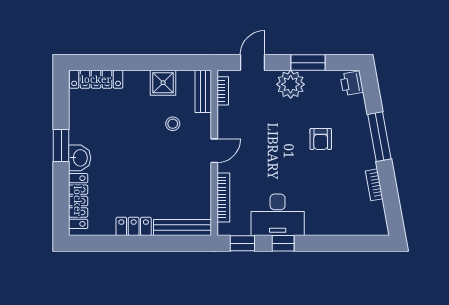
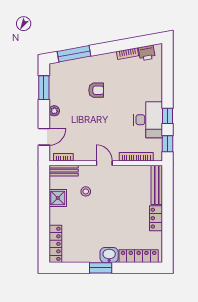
door: (253, 63) -> (44, 137), swing flipped
window: (308, 63) -> (44, 88), moved
printer: (352, 83) -> (147, 53), moved
plant: (291, 84) -> (54, 111), width x0.53, depth x0.53
window: (379, 137) -> (74, 54), moved

